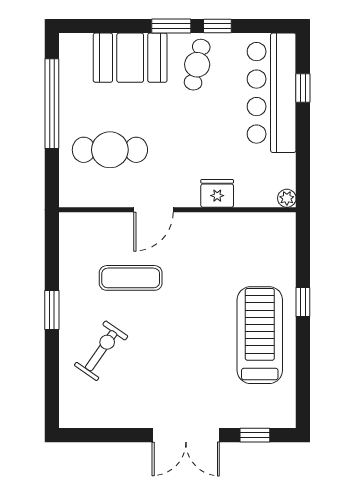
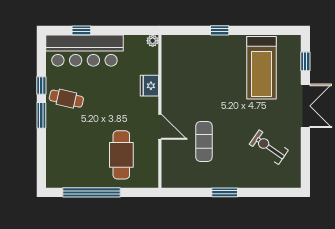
booth: (130, 58) -> (62, 142), removed
treadmill: (260, 335) -> (261, 68), moved, turned -90
exercise bike: (101, 351) -> (269, 147), moved

